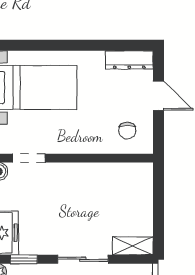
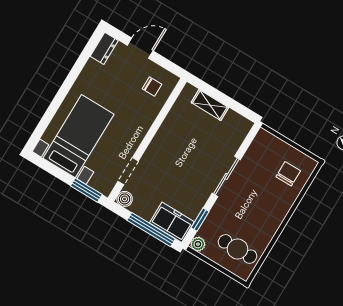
dresser: (129, 60) -> (104, 48), width x0.70
shelving: (133, 246) -> (210, 105), moved, turned 90

